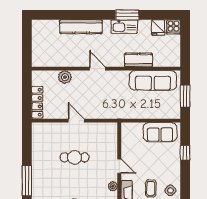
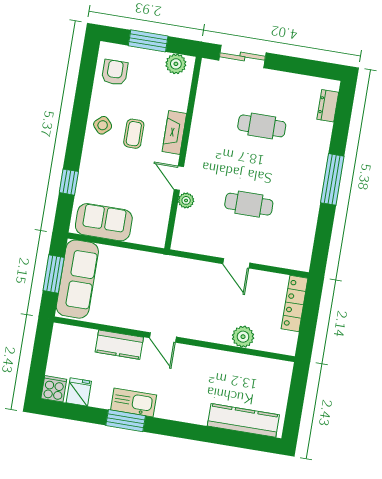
kitchen counter: (81, 27) -> (243, 420), moved
door: (97, 69) -> (163, 337), moved
sofa: (153, 80) -> (77, 279), moved, turned 90
plant: (113, 186) -> (186, 200), moved

